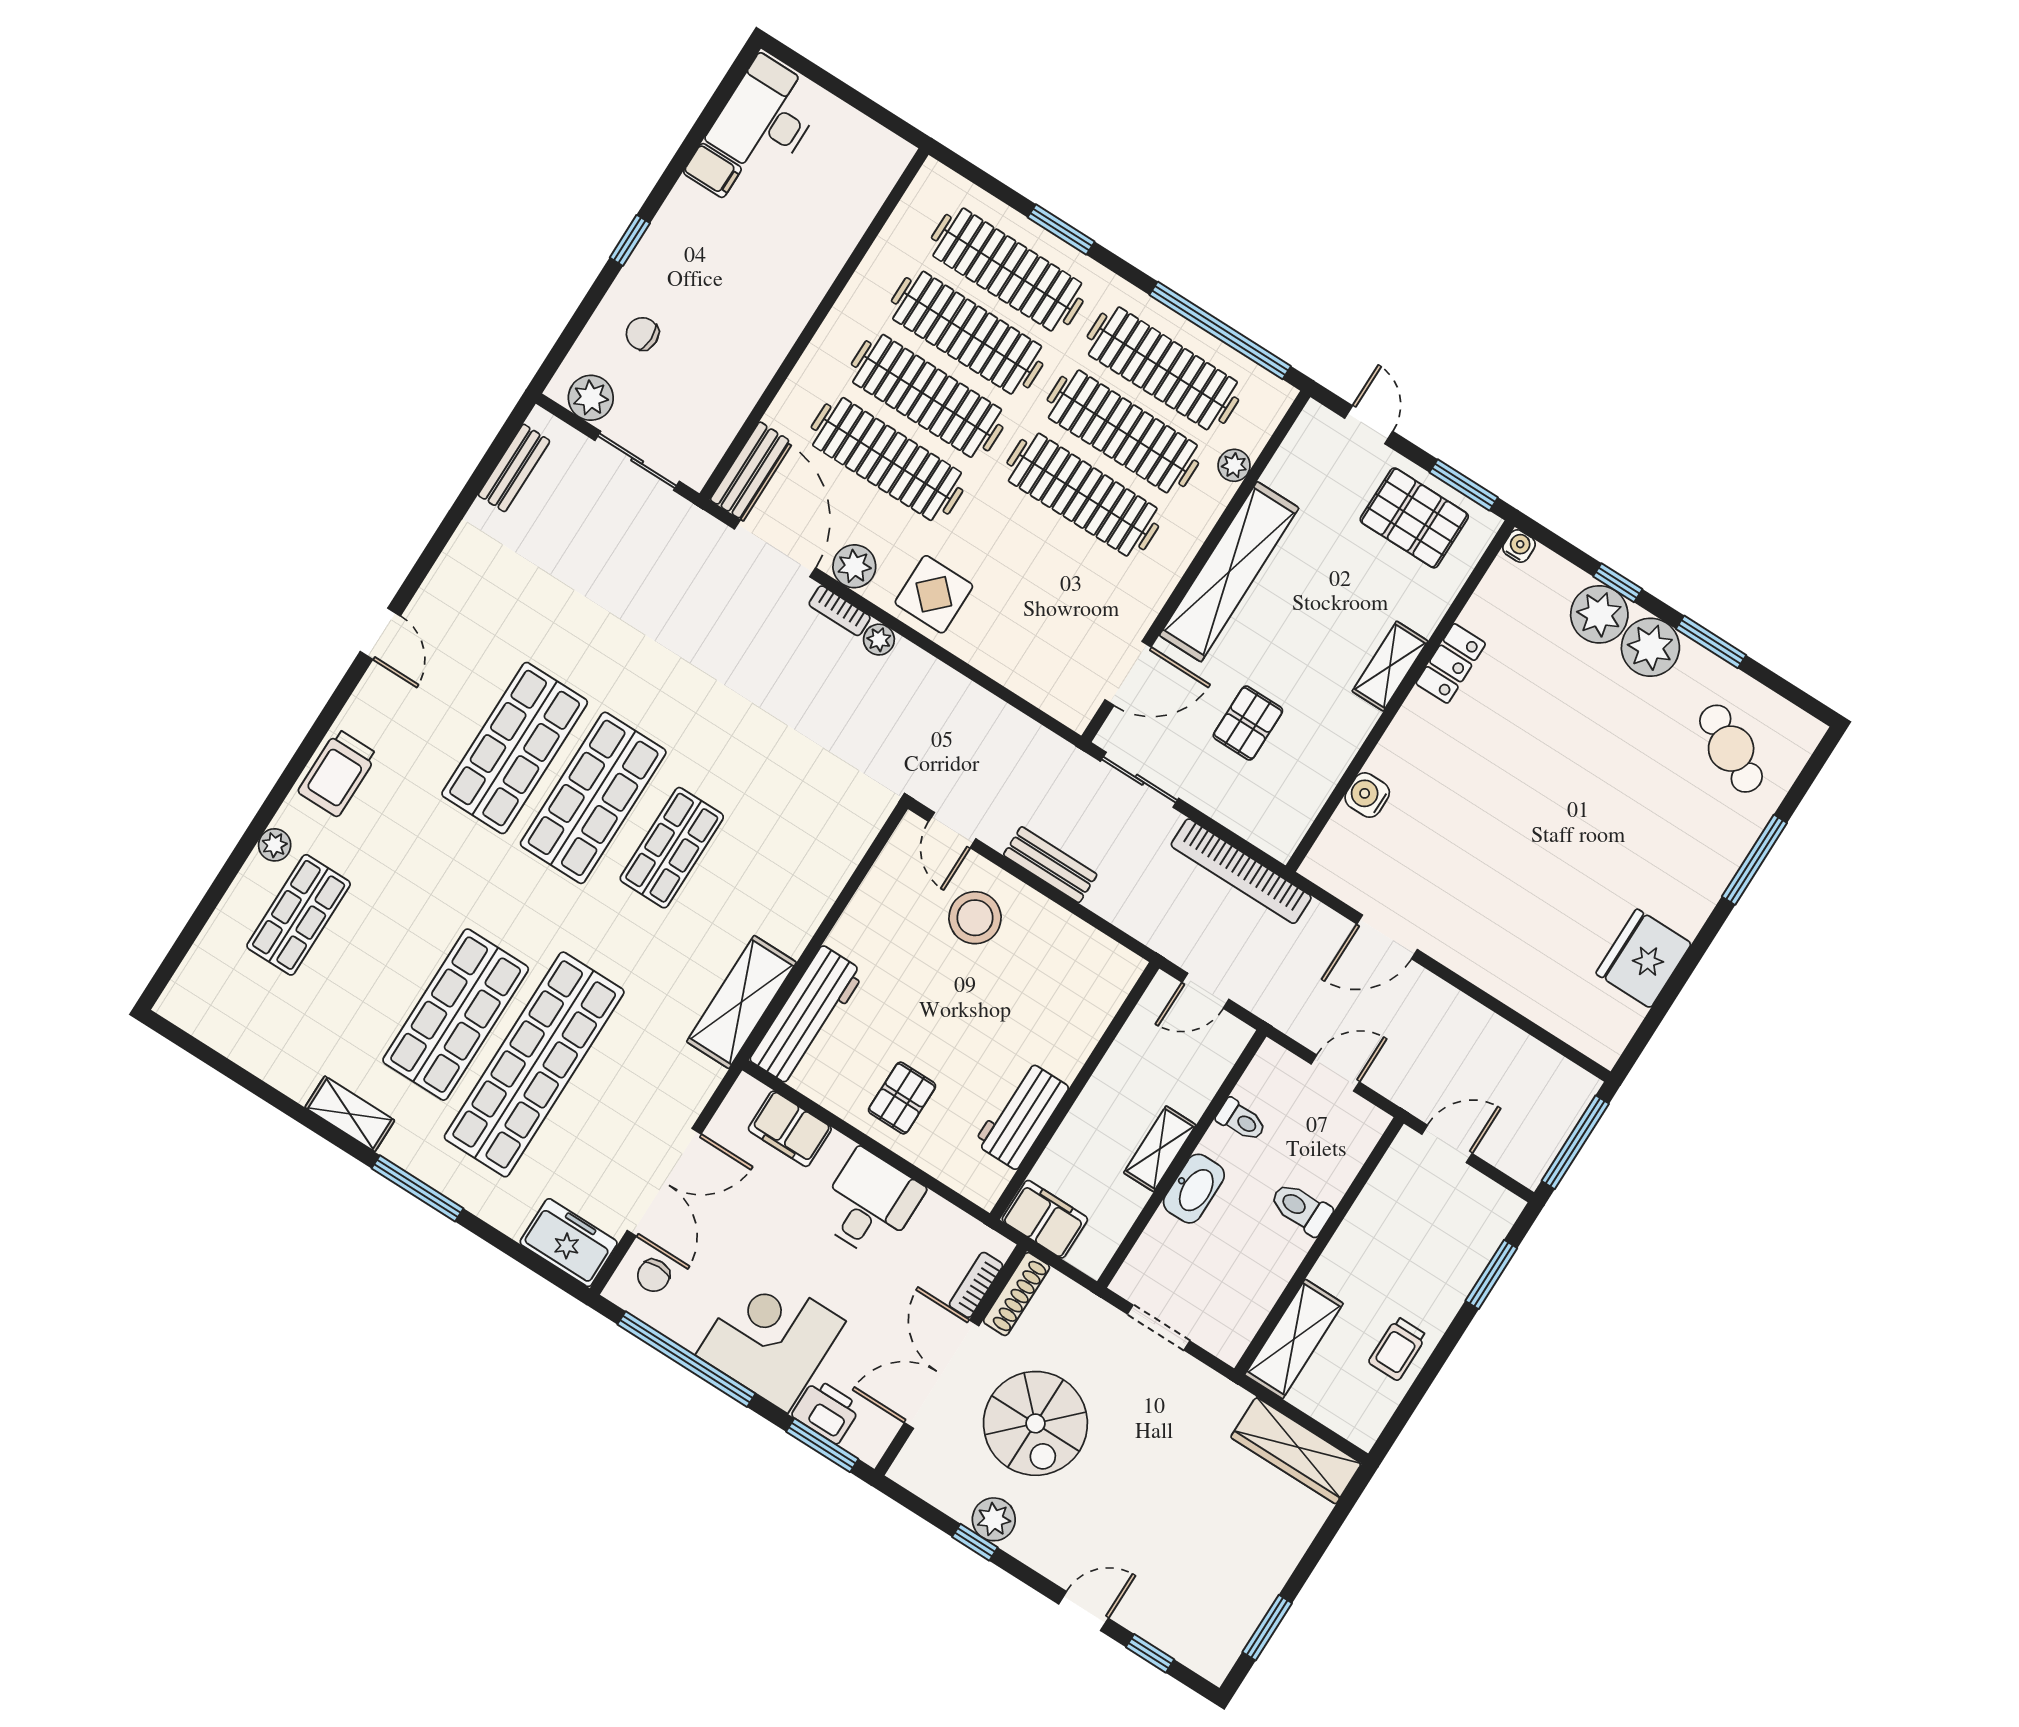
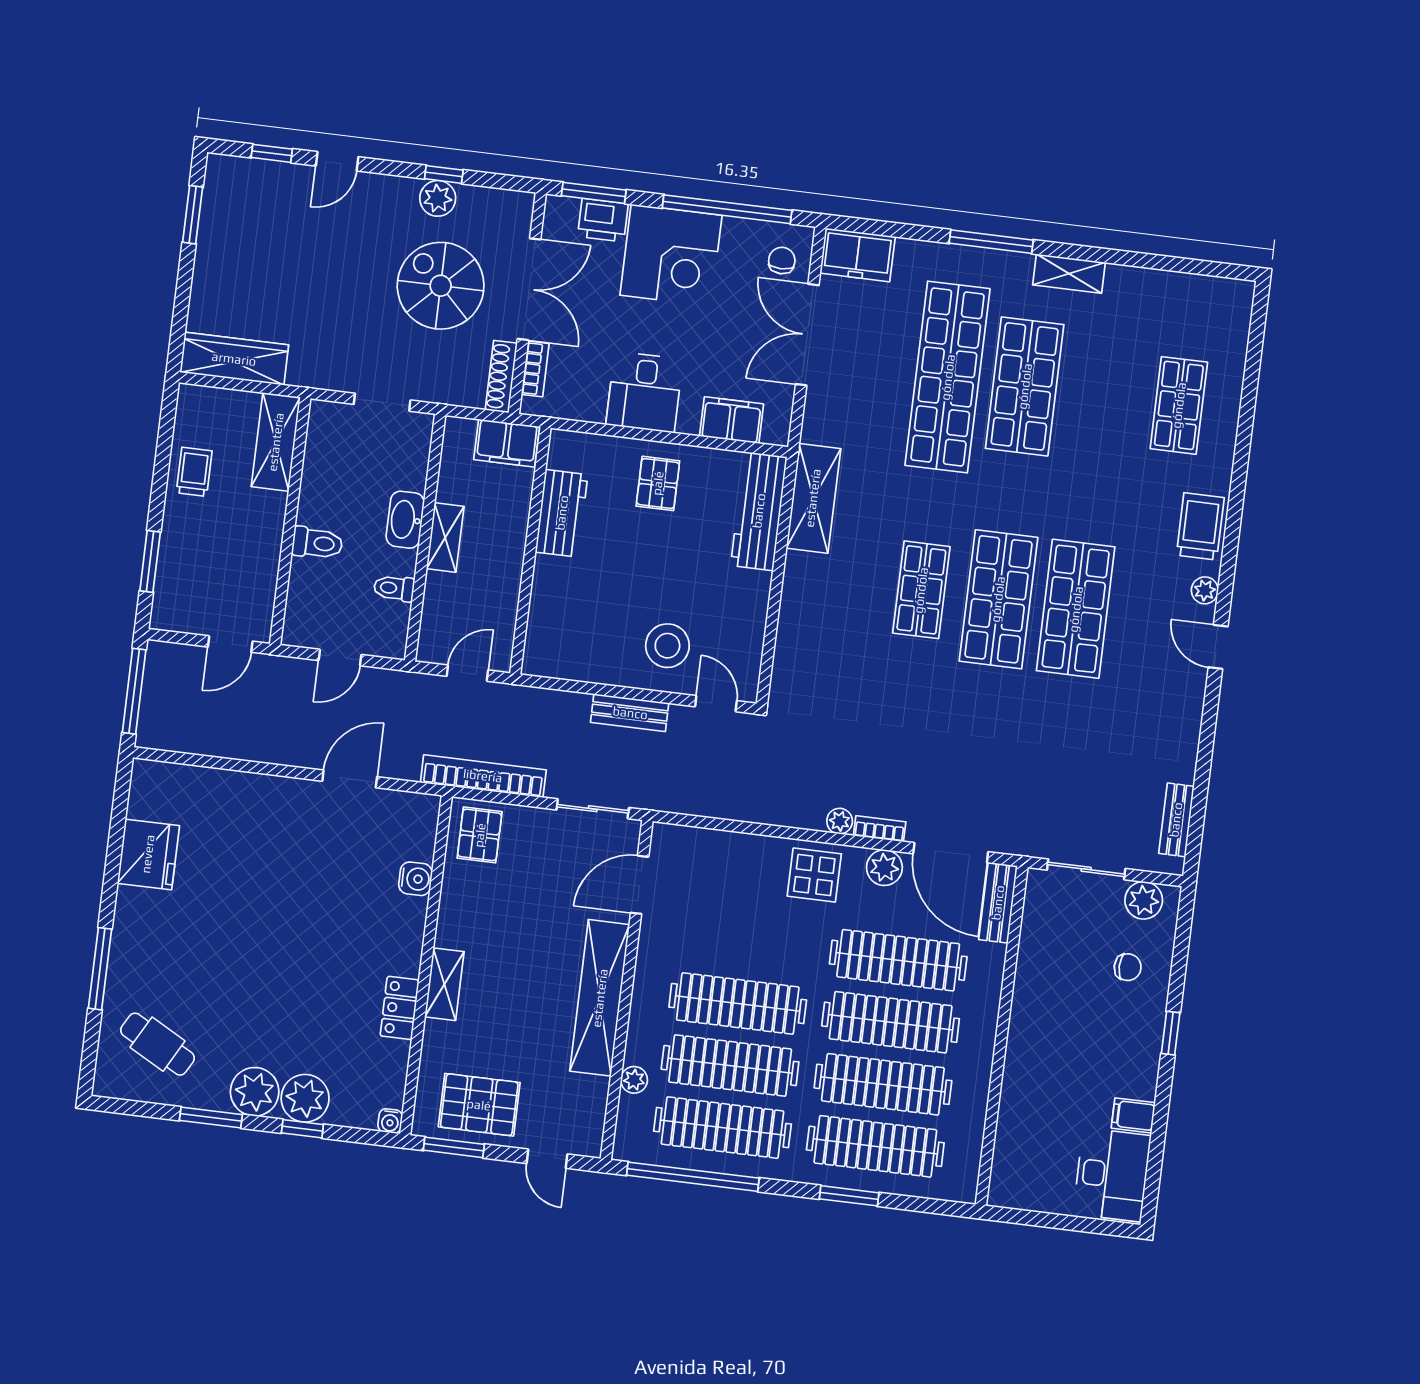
pallet: (1248, 723) -> (480, 835), moved
plant: (275, 845) -> (1205, 590), moved

